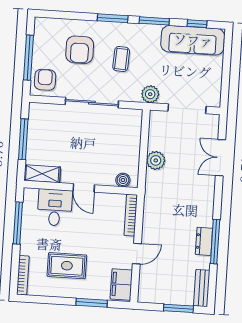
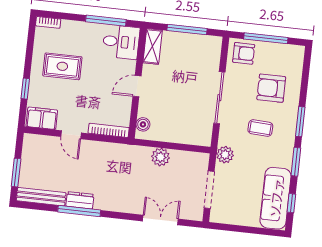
desk: (55, 208) -> (121, 42), moved
rug: (67, 266) -> (62, 66), turned 90
bookcase: (23, 275) -> (48, 22), width x0.64
bench: (202, 288) -> (41, 197), width x1.36
window: (92, 303) -> (25, 89), width x0.67

